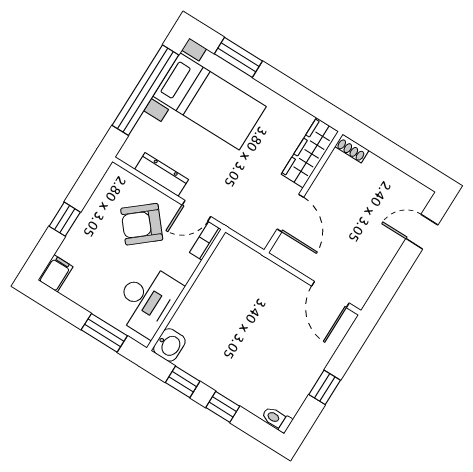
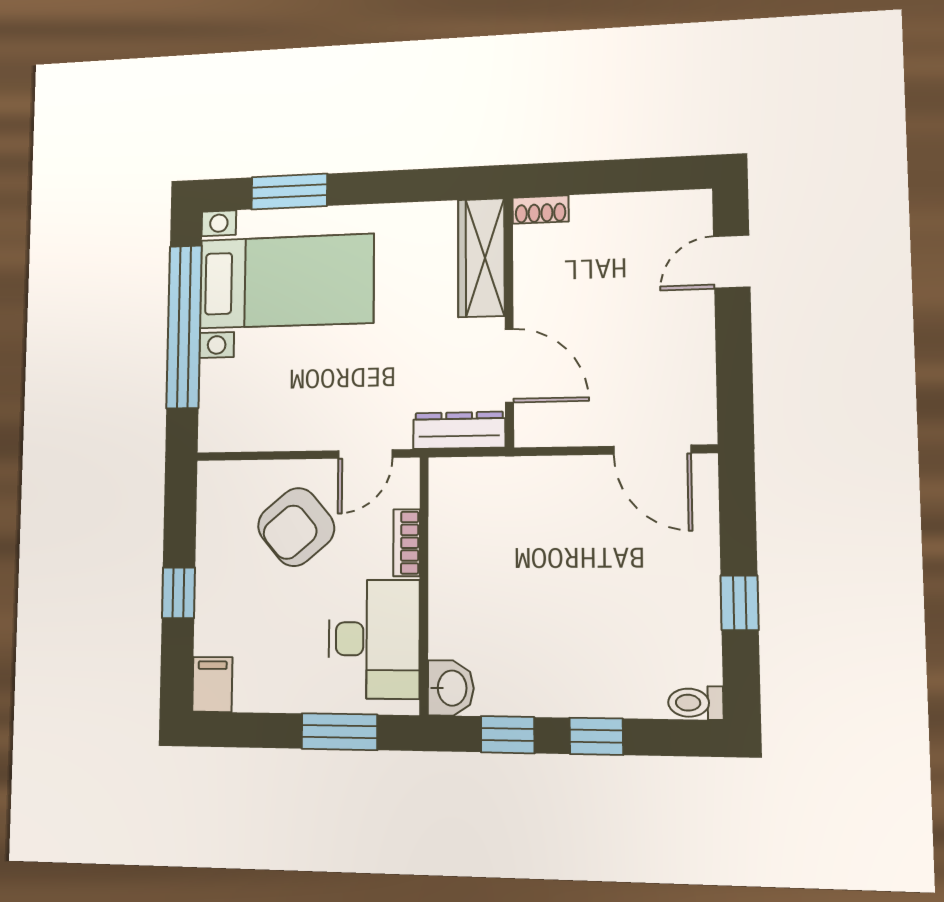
dresser: (162, 174) -> (459, 430), moved
bookcase: (205, 241) -> (407, 543), moved

